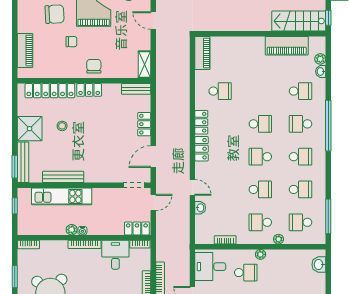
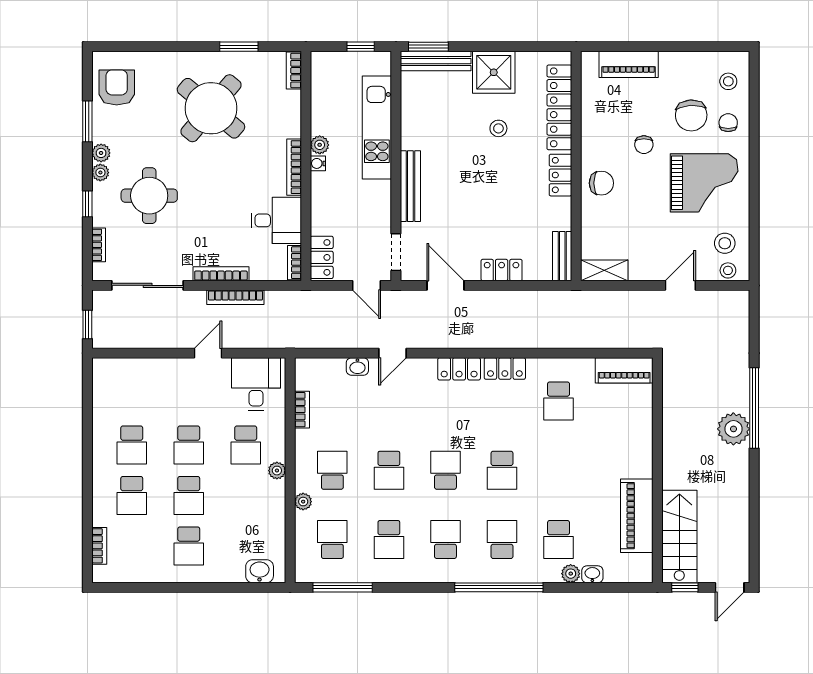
plant: (320, 59) -> (571, 574), moved
school desk: (301, 157) -> (445, 539), turned 180
bench: (63, 177) -> (410, 186), moved

